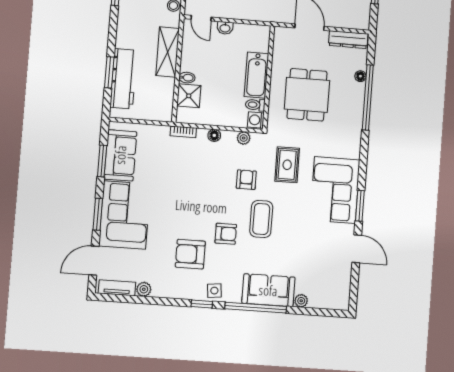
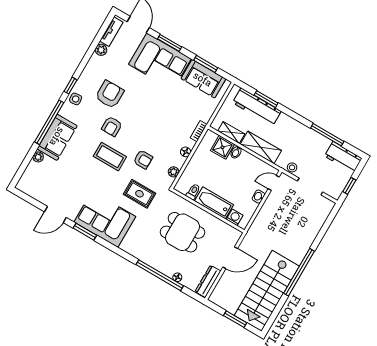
shelving: (167, 94) -> (231, 133), added
washing machine: (256, 120) -> (235, 217), moved

